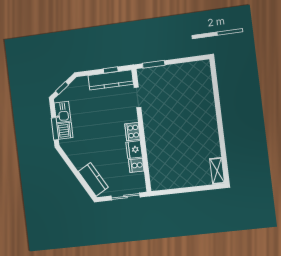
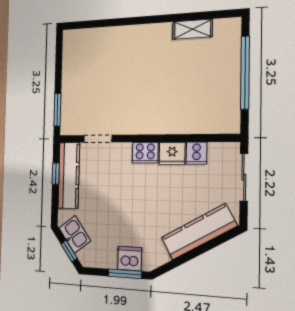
kitchen sink: (62, 112) -> (75, 234), moved, turned 53
shelving: (217, 171) -> (192, 29), moved
kitchen counter: (93, 179) -> (199, 232), width x1.50
window: (189, 190) -> (245, 73), added

